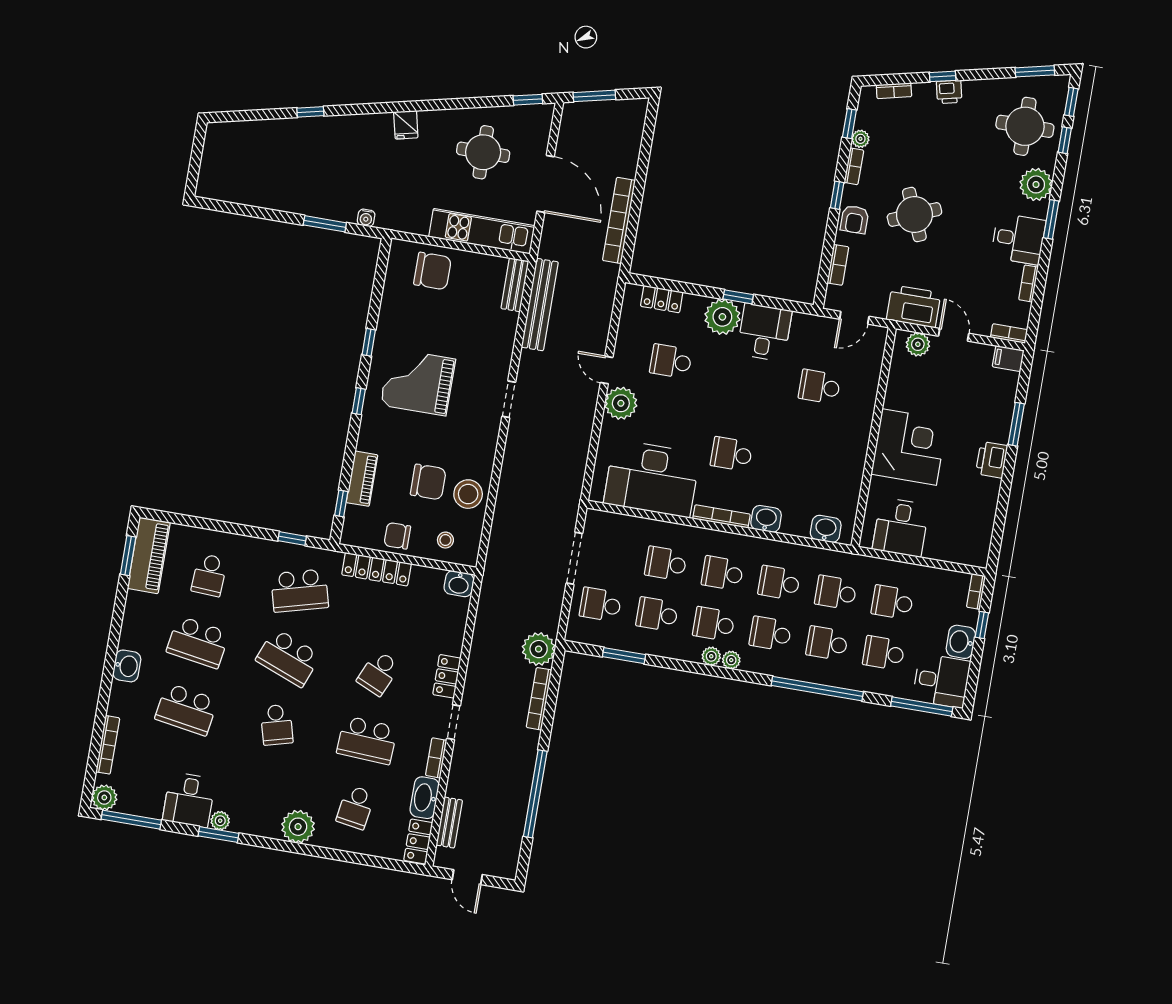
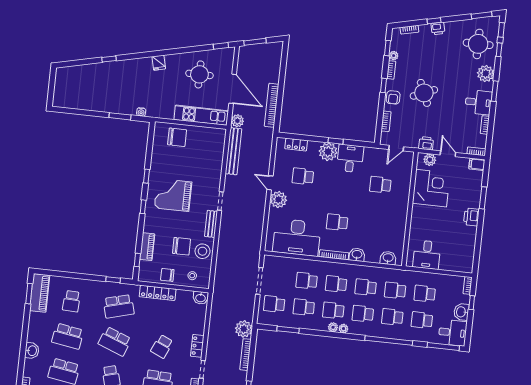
plant: (551, 246) -> (237, 121), added
bench: (515, 285) -> (211, 224), moved
printer: (914, 306) -> (426, 143), width x0.53, depth x0.68
corner desk: (909, 447) -> (431, 188), moved

